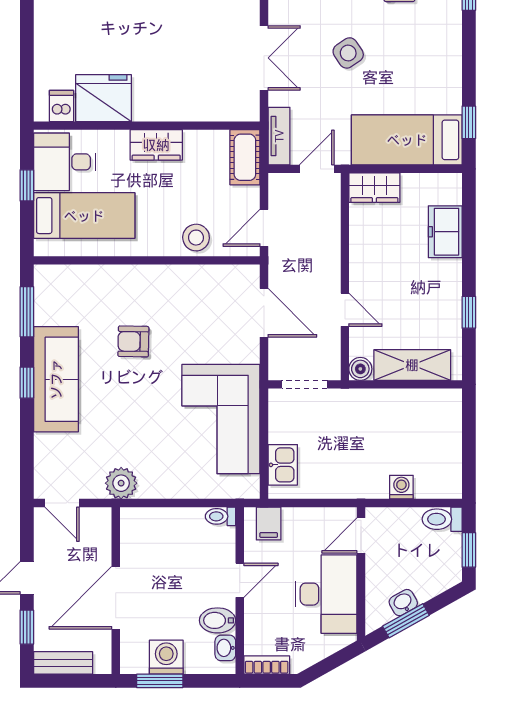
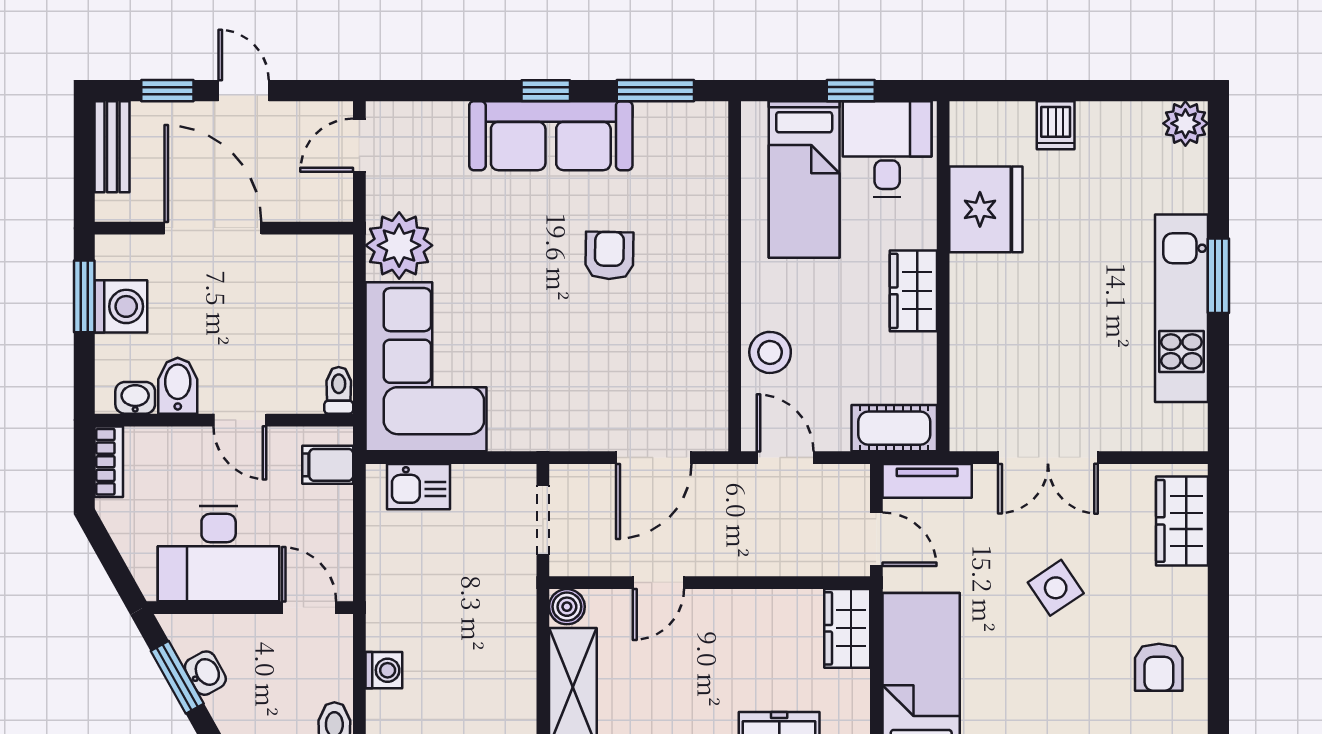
dishwasher: (61, 106) -> (1056, 125), moved, turned 90
corner sofa: (221, 419) -> (426, 367), moved, turned 90
plant: (121, 483) -> (399, 245), width x1.36, depth x1.36

